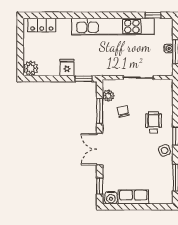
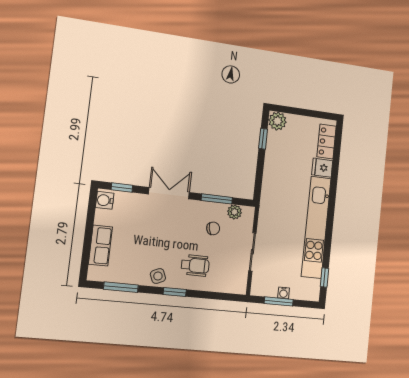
fridge: (67, 68) -> (322, 168), moved, turned 180
window: (84, 79) -> (263, 139), moved
row of seats: (133, 197) -> (100, 246), moved

